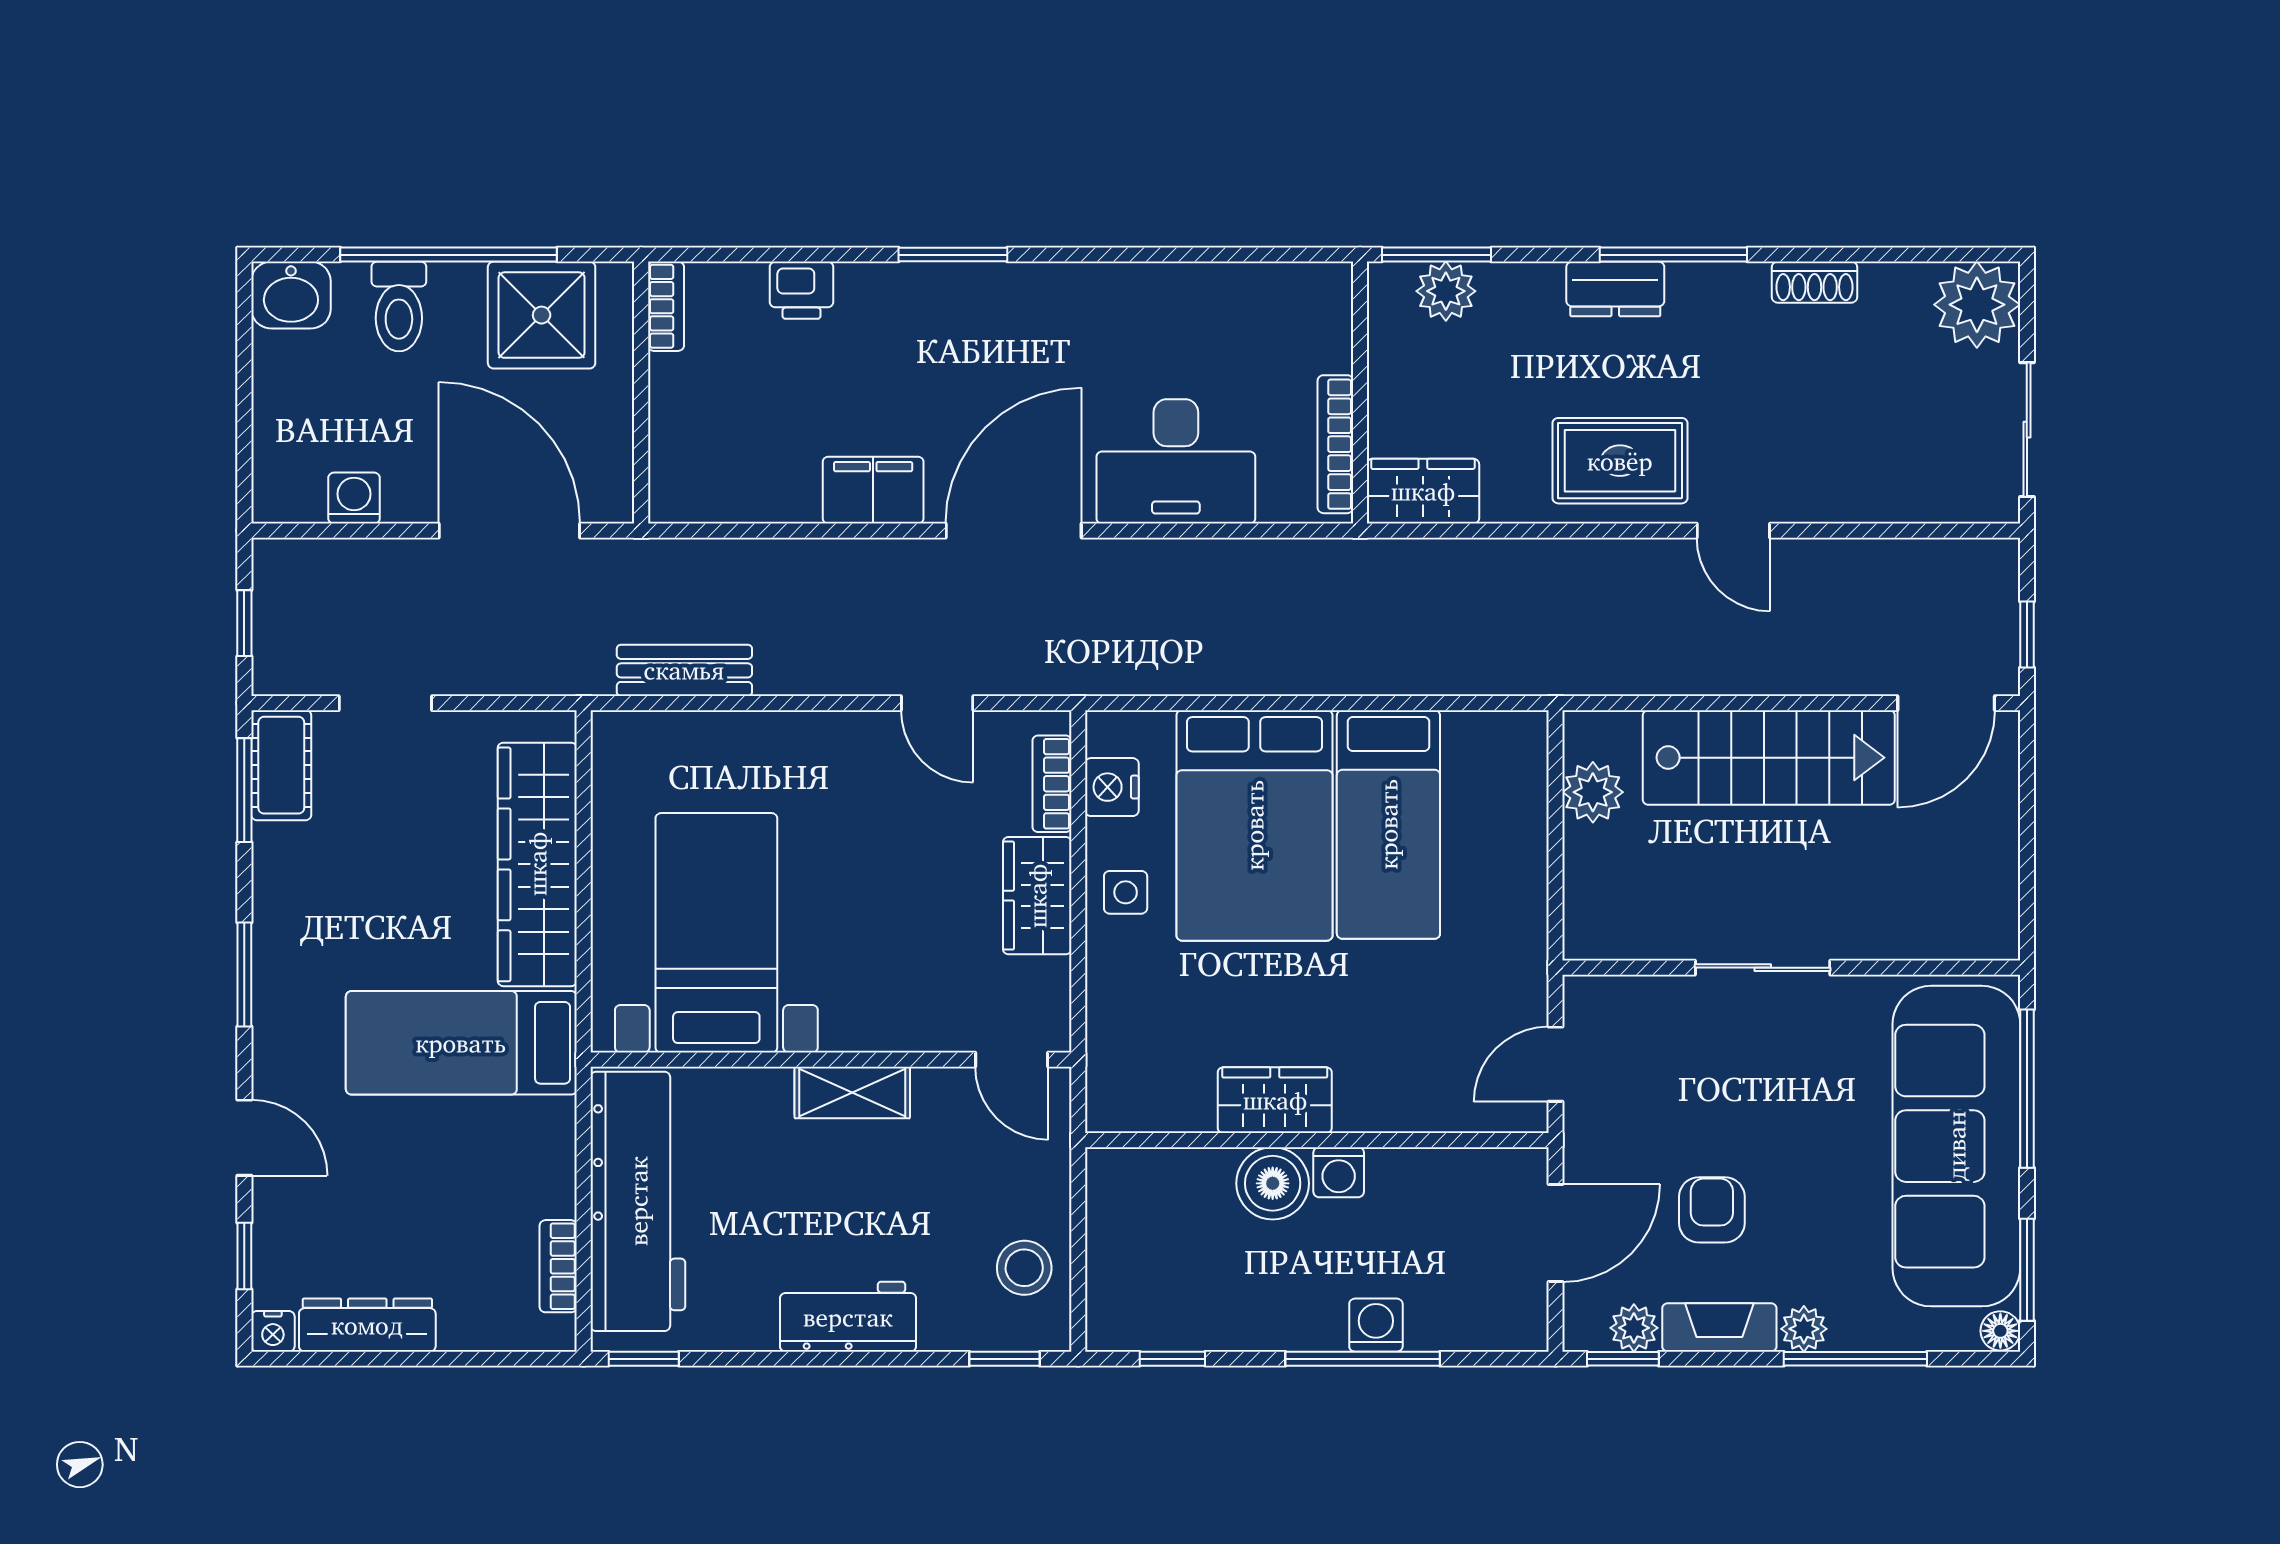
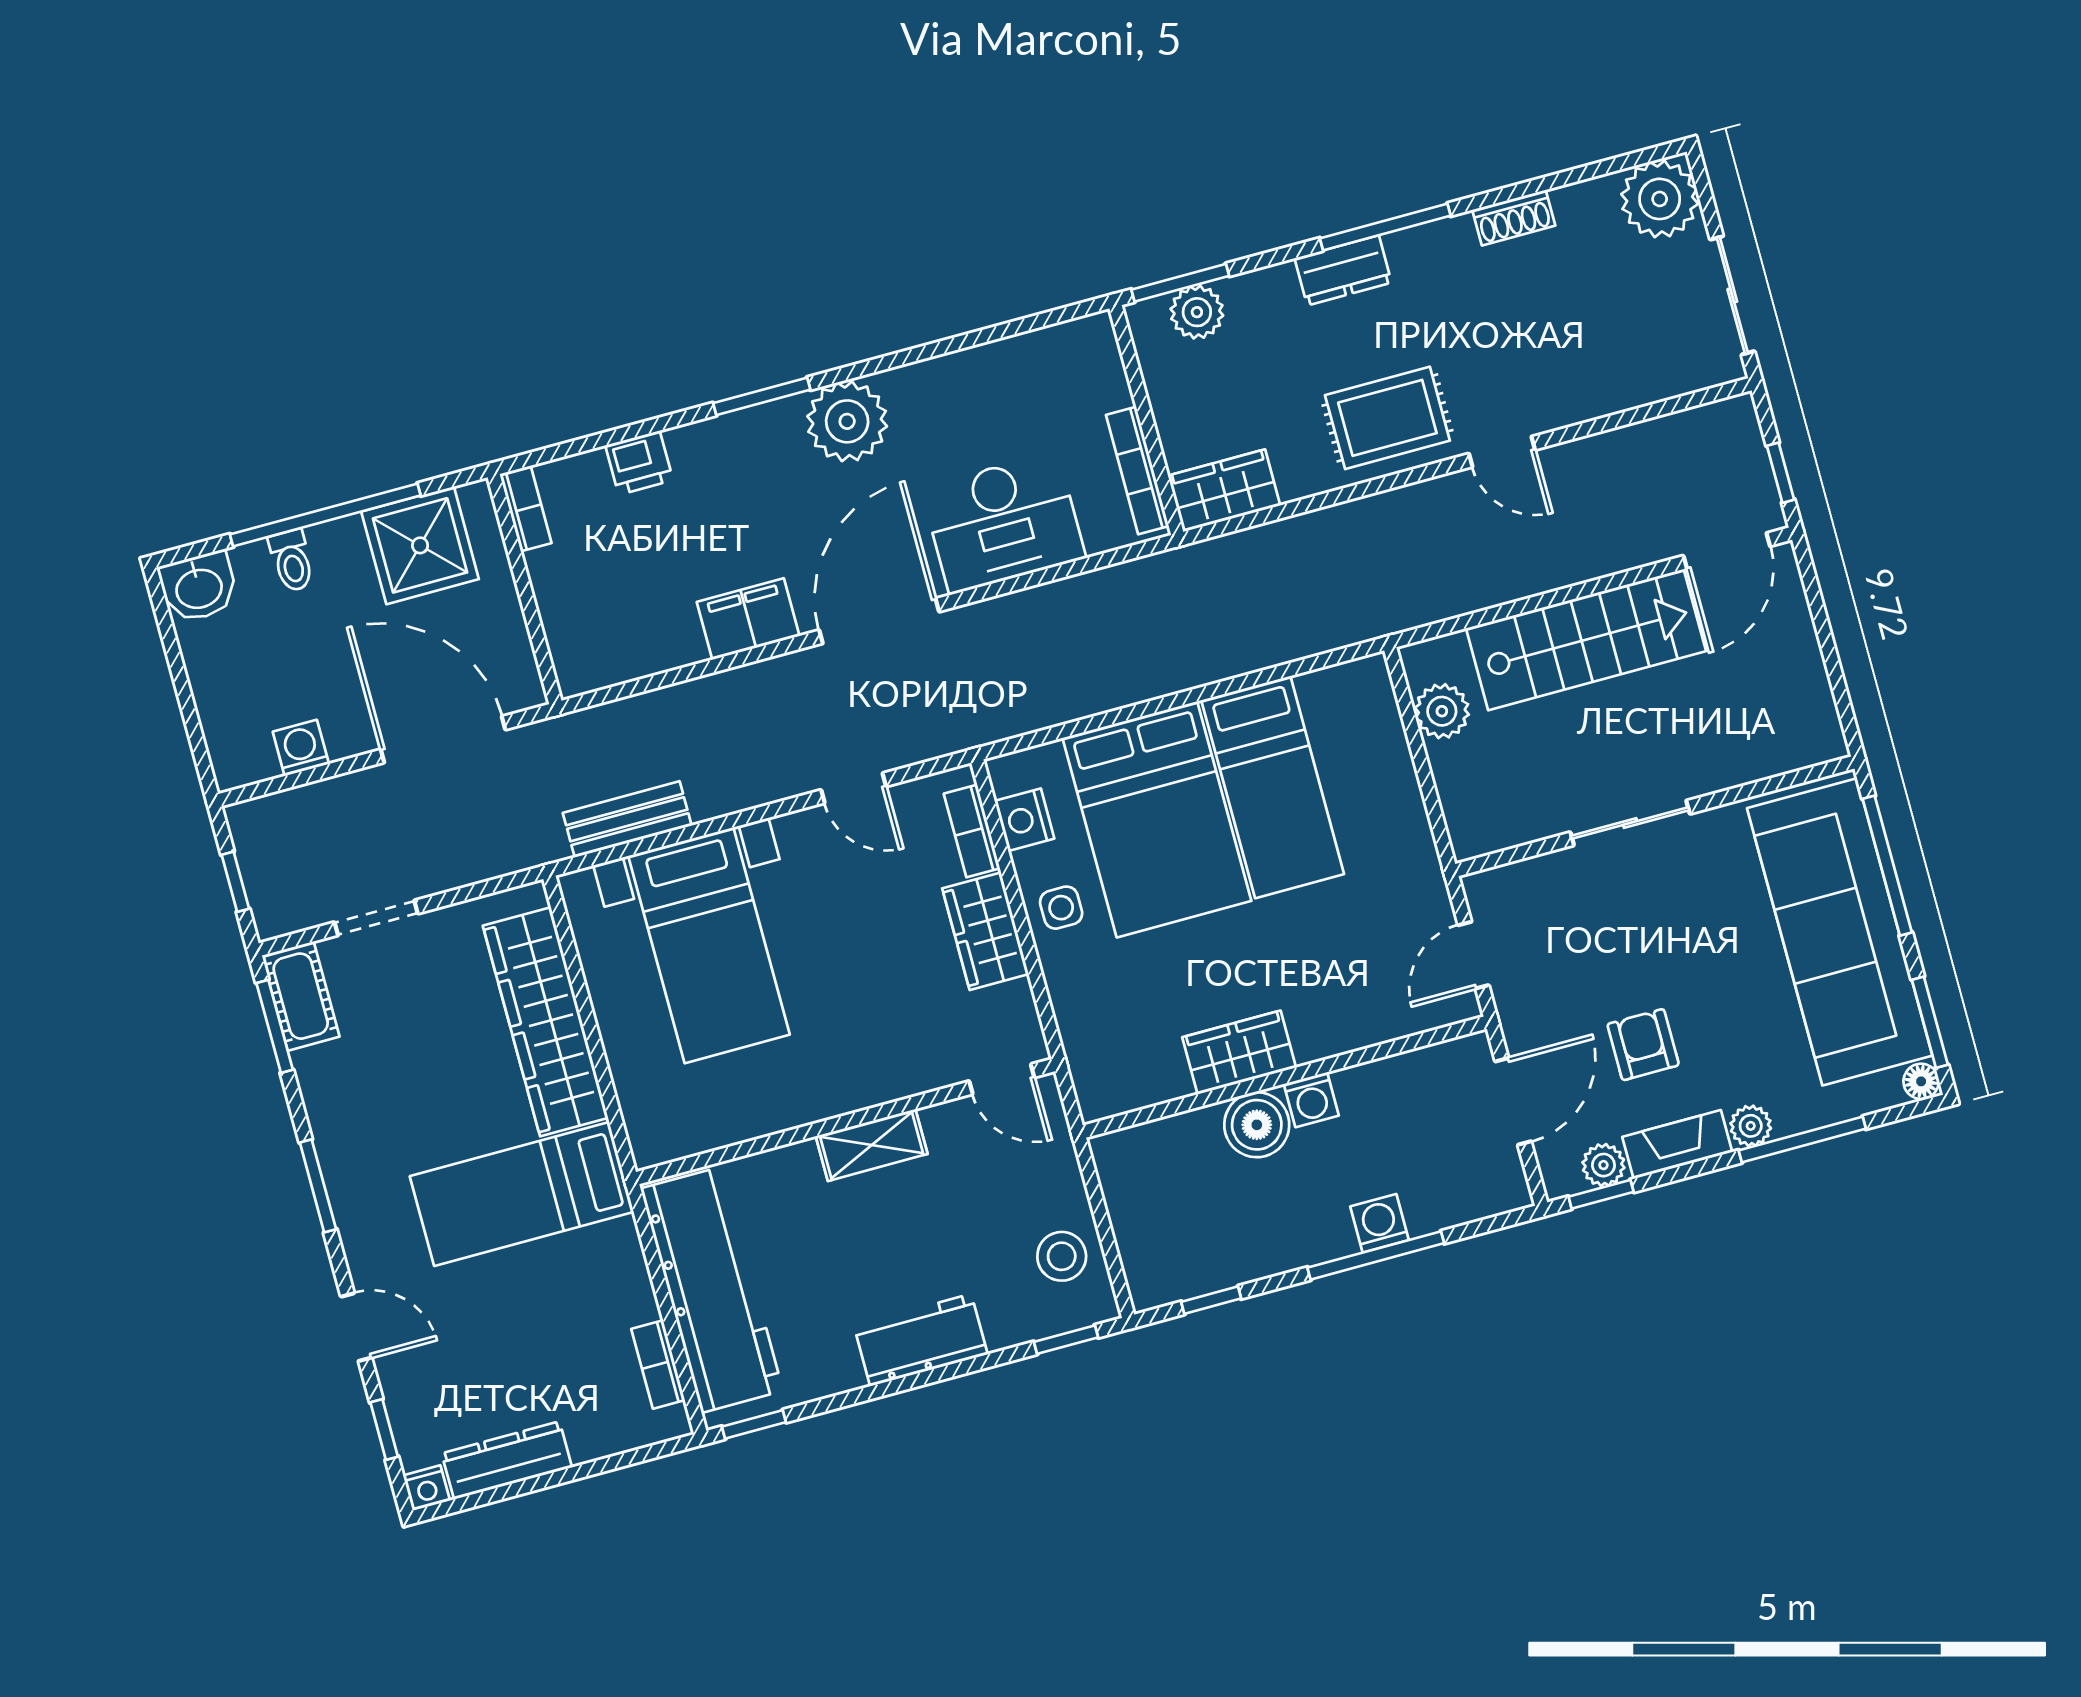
toilet: (399, 306) -> (292, 561), width x0.73, depth x0.72
plant: (1037, 306) -> (847, 421), added
bed with nightstands: (716, 933) -> (709, 945), moved, turned 180

